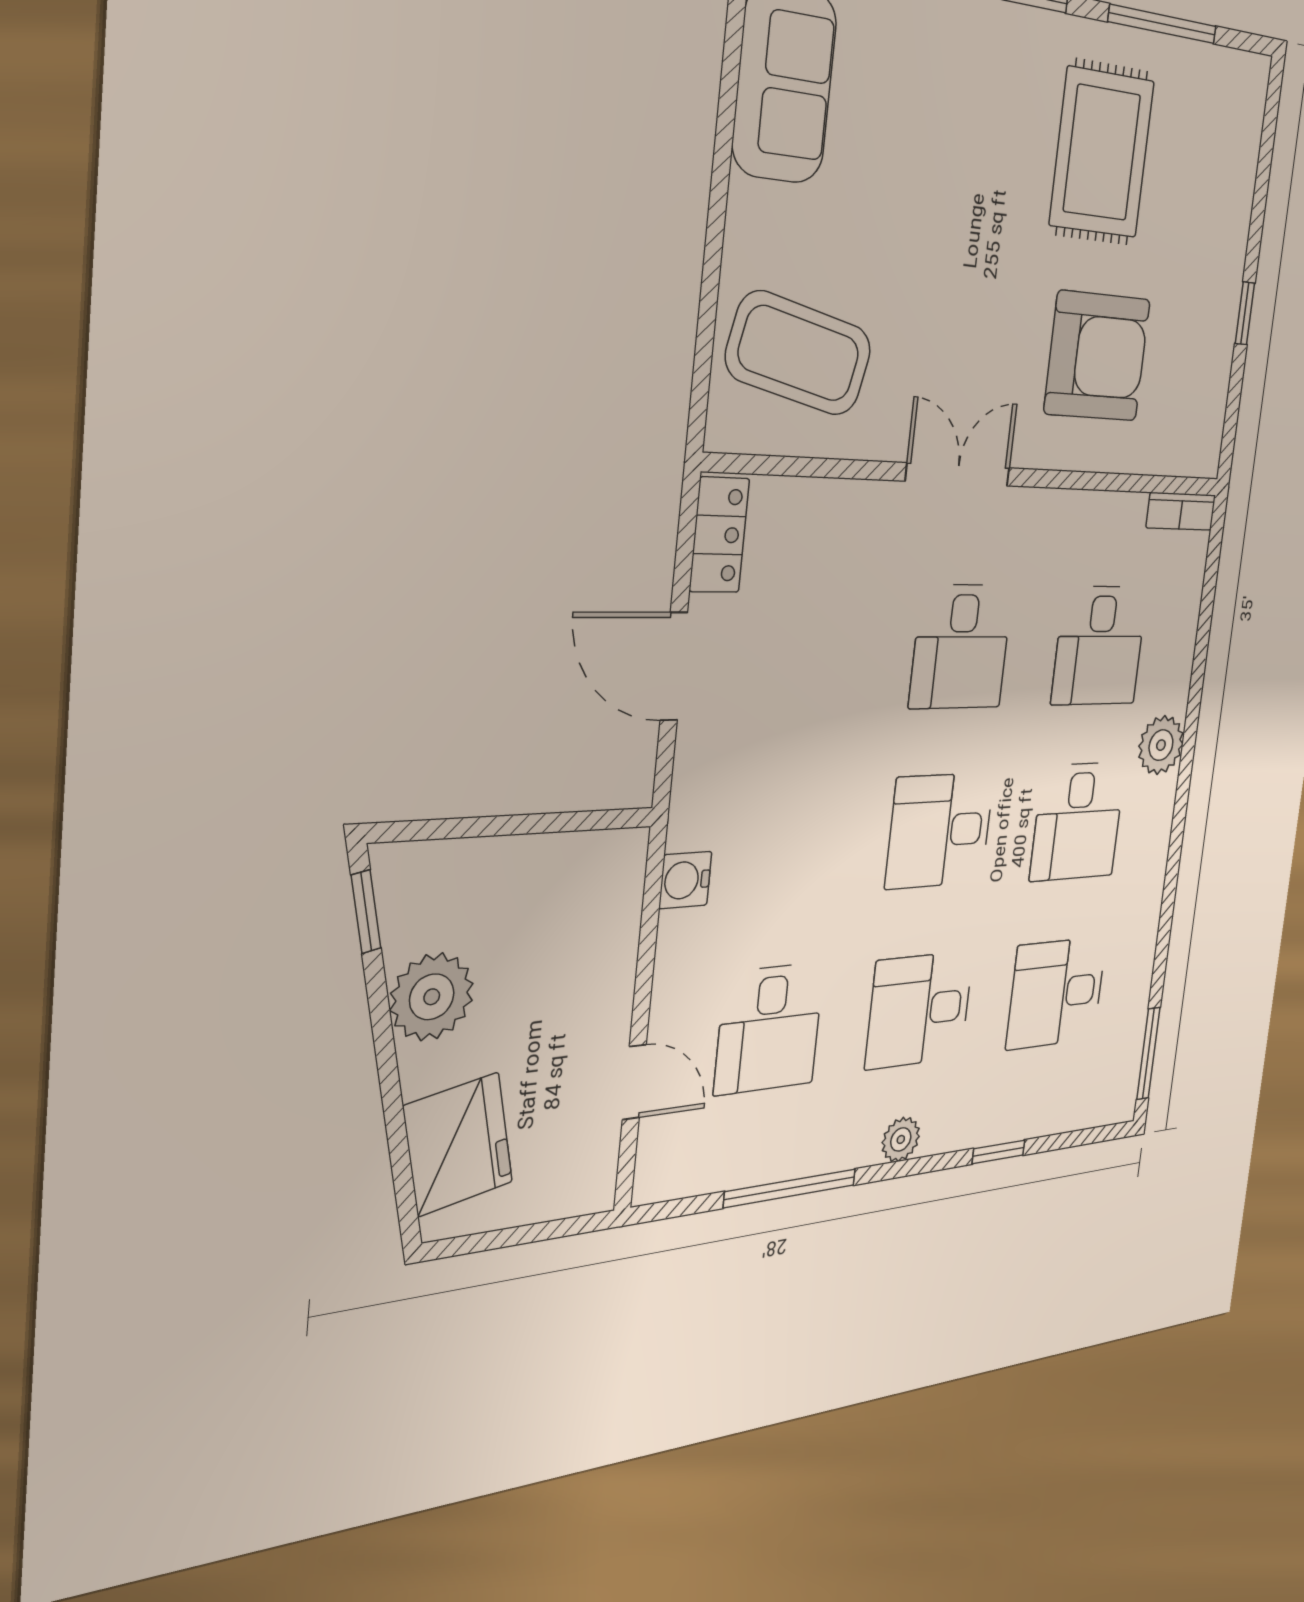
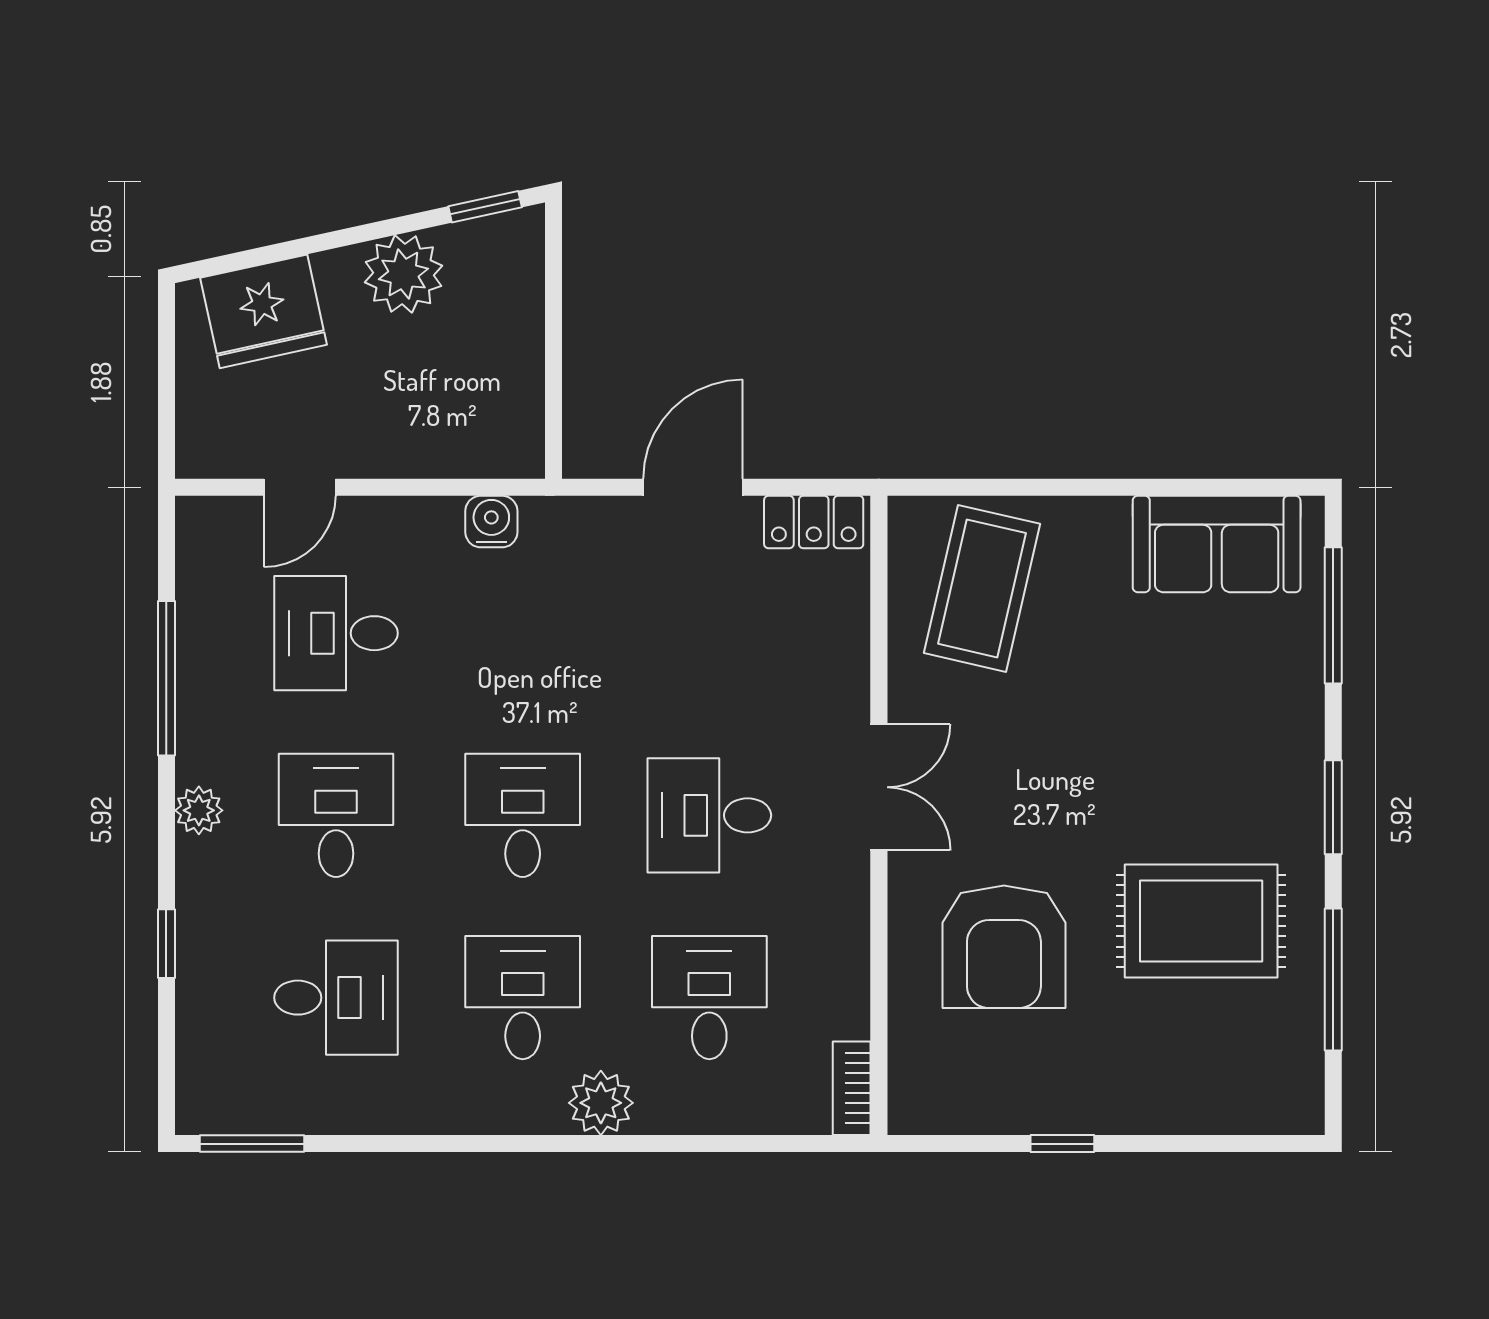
desk: (1099, 646) -> (709, 998), turned 90
desk: (1078, 821) -> (523, 998), turned 90
desk: (1057, 993) -> (336, 998), turned 90

